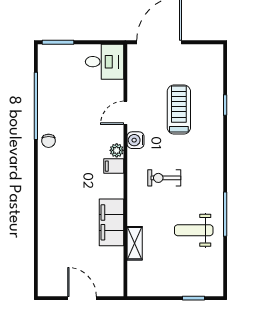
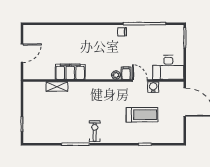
desk: (105, 62) -> (168, 67), width x1.37
water cooler: (136, 140) -> (153, 87), moved
filing cabinet: (114, 166) -> (126, 73), moved
exercise bike: (164, 178) -> (95, 131), moved
weight bench: (194, 230) -> (65, 124), removed

